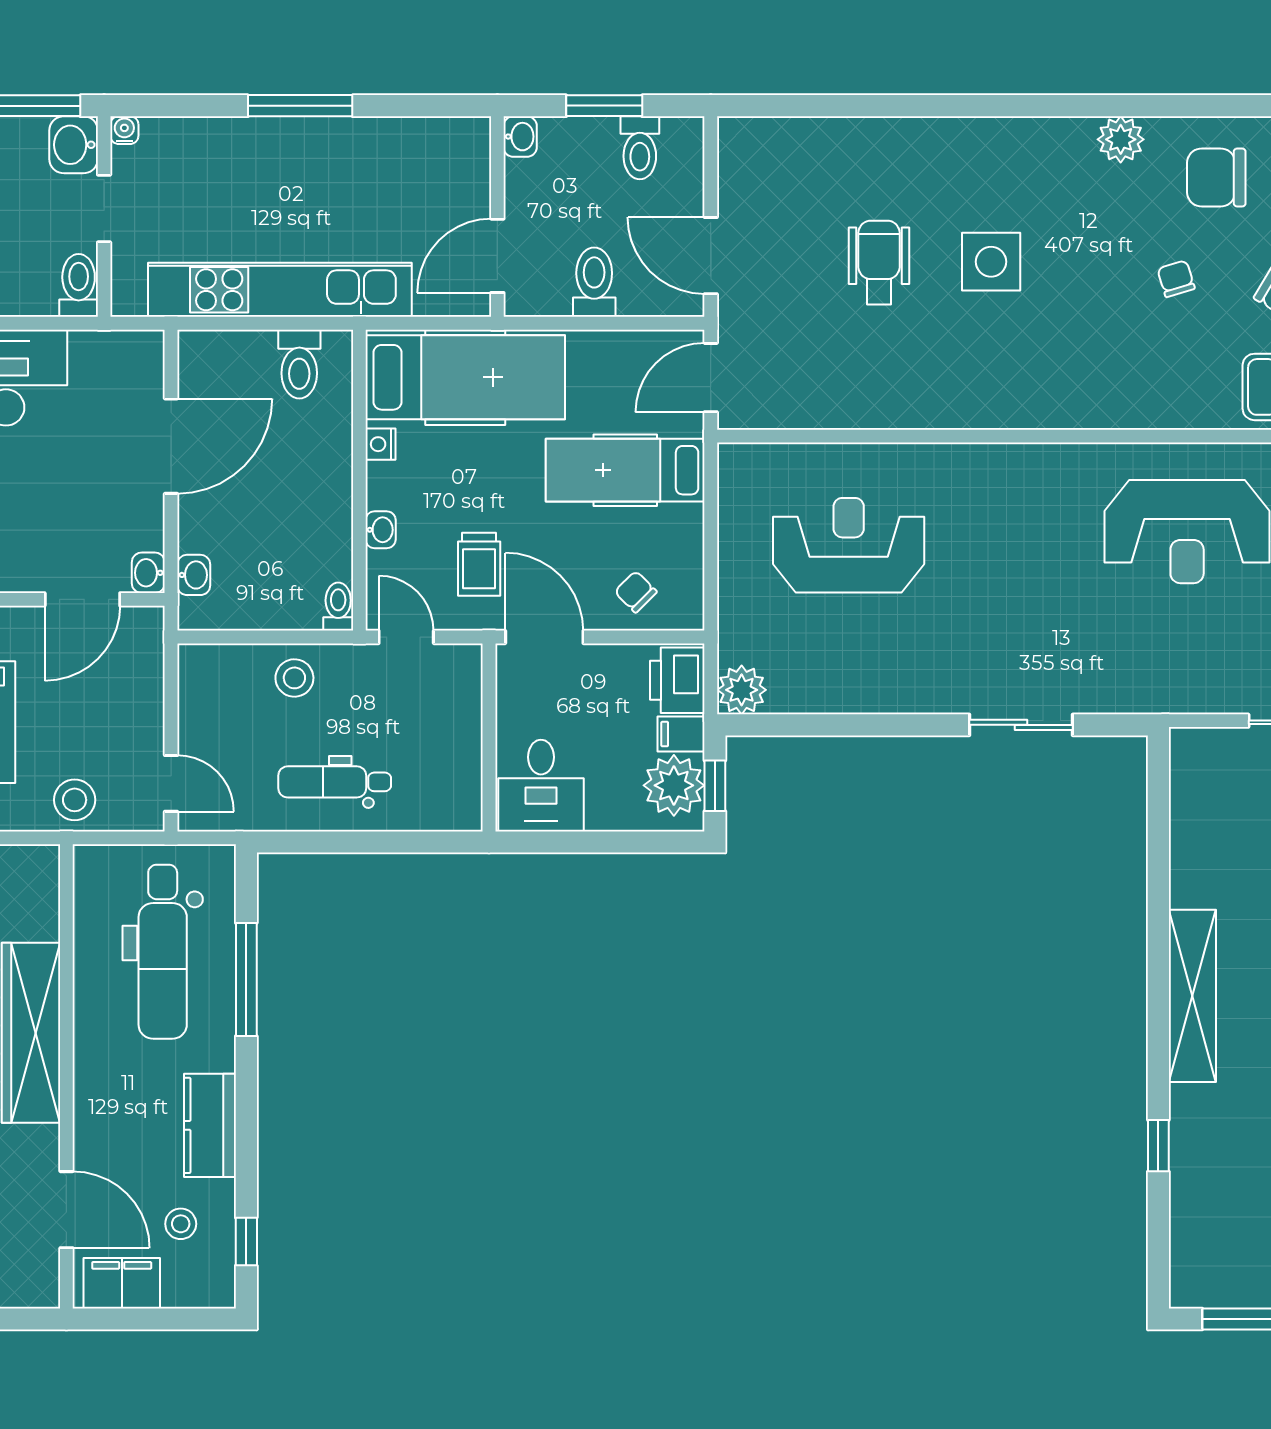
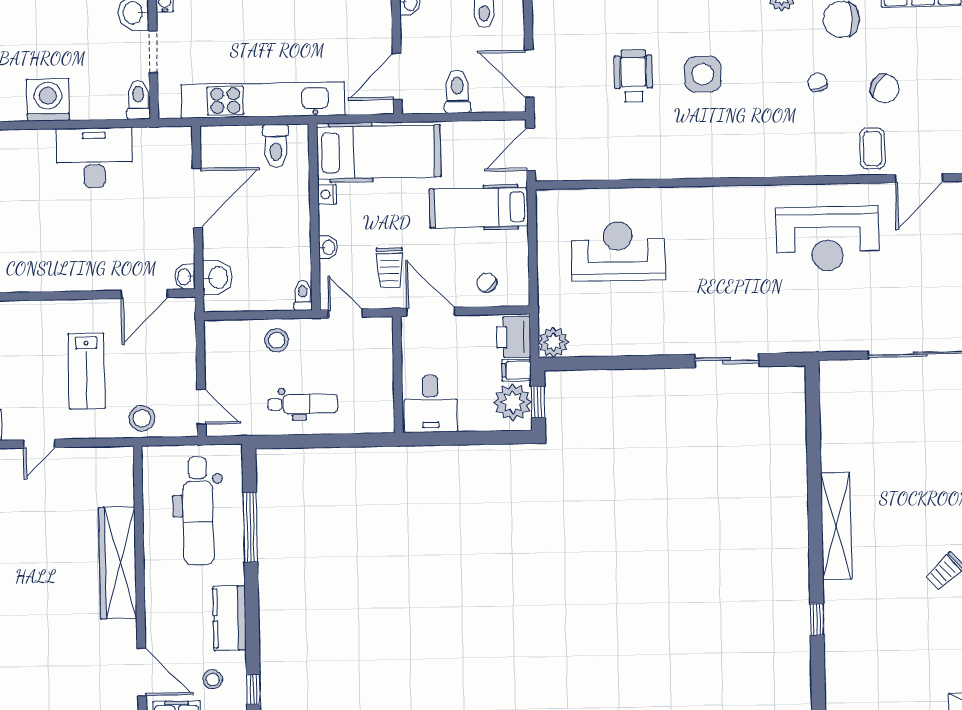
washbasin: (194, 575) -> (217, 277), width x1.38, depth x1.45
dental chair: (335, 782) -> (303, 404), turned 180

